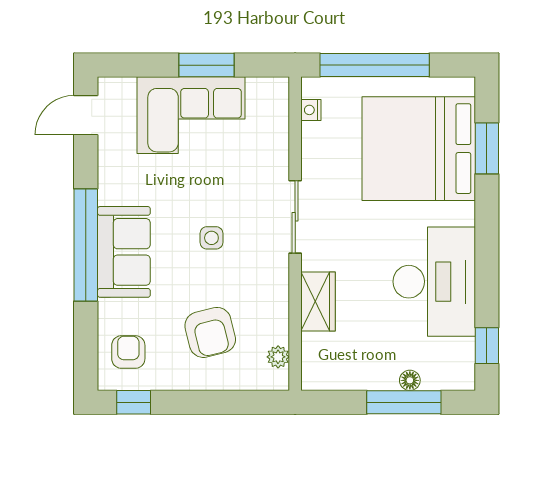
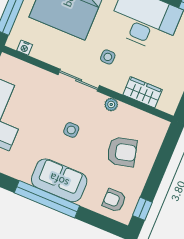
side table: (351, 248) -> (108, 57), added
wardrobe: (318, 301) -> (143, 92), moved
plant: (278, 357) -> (111, 104), moved

